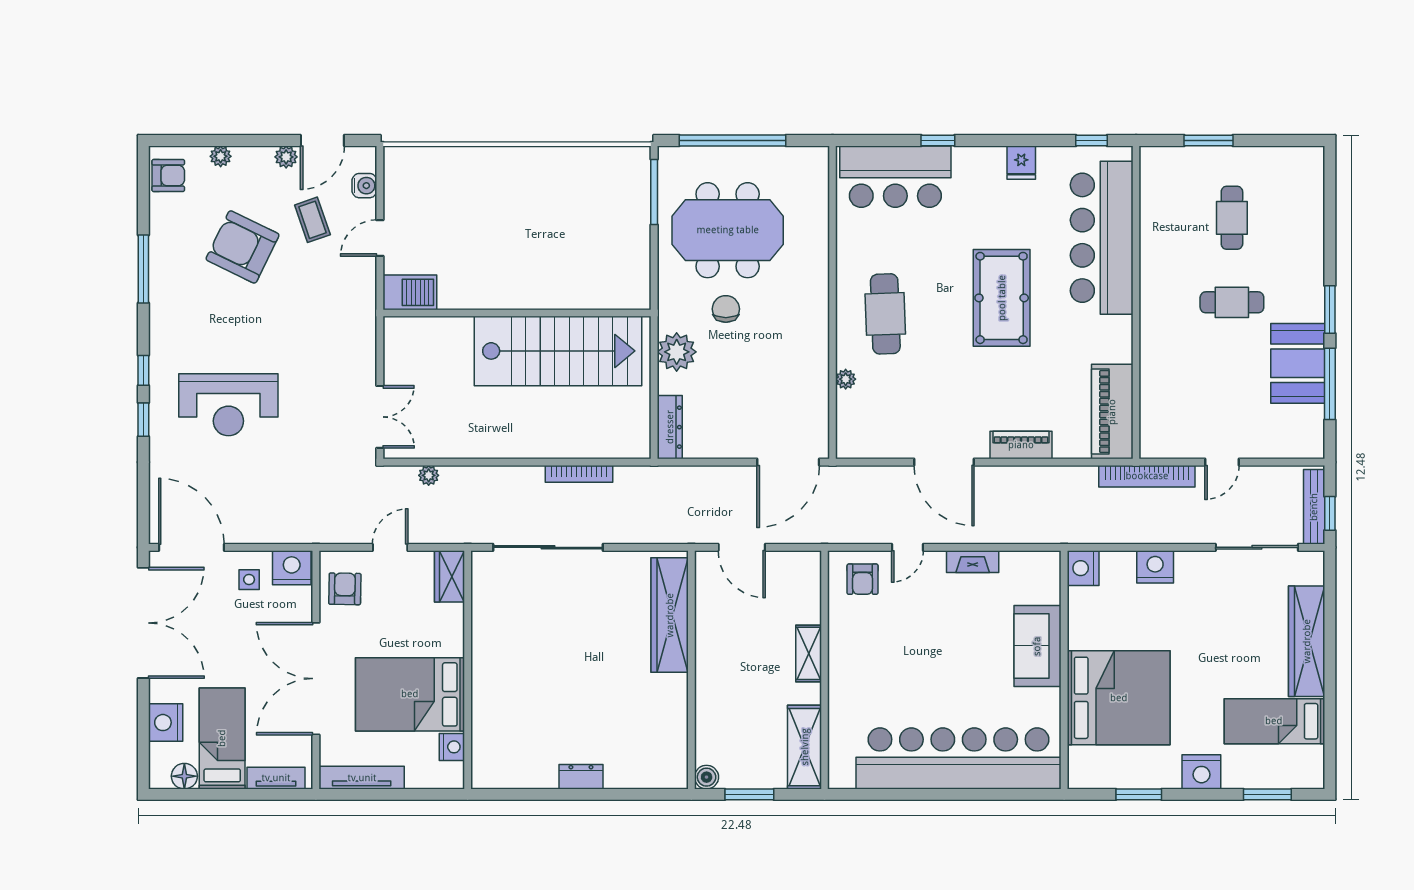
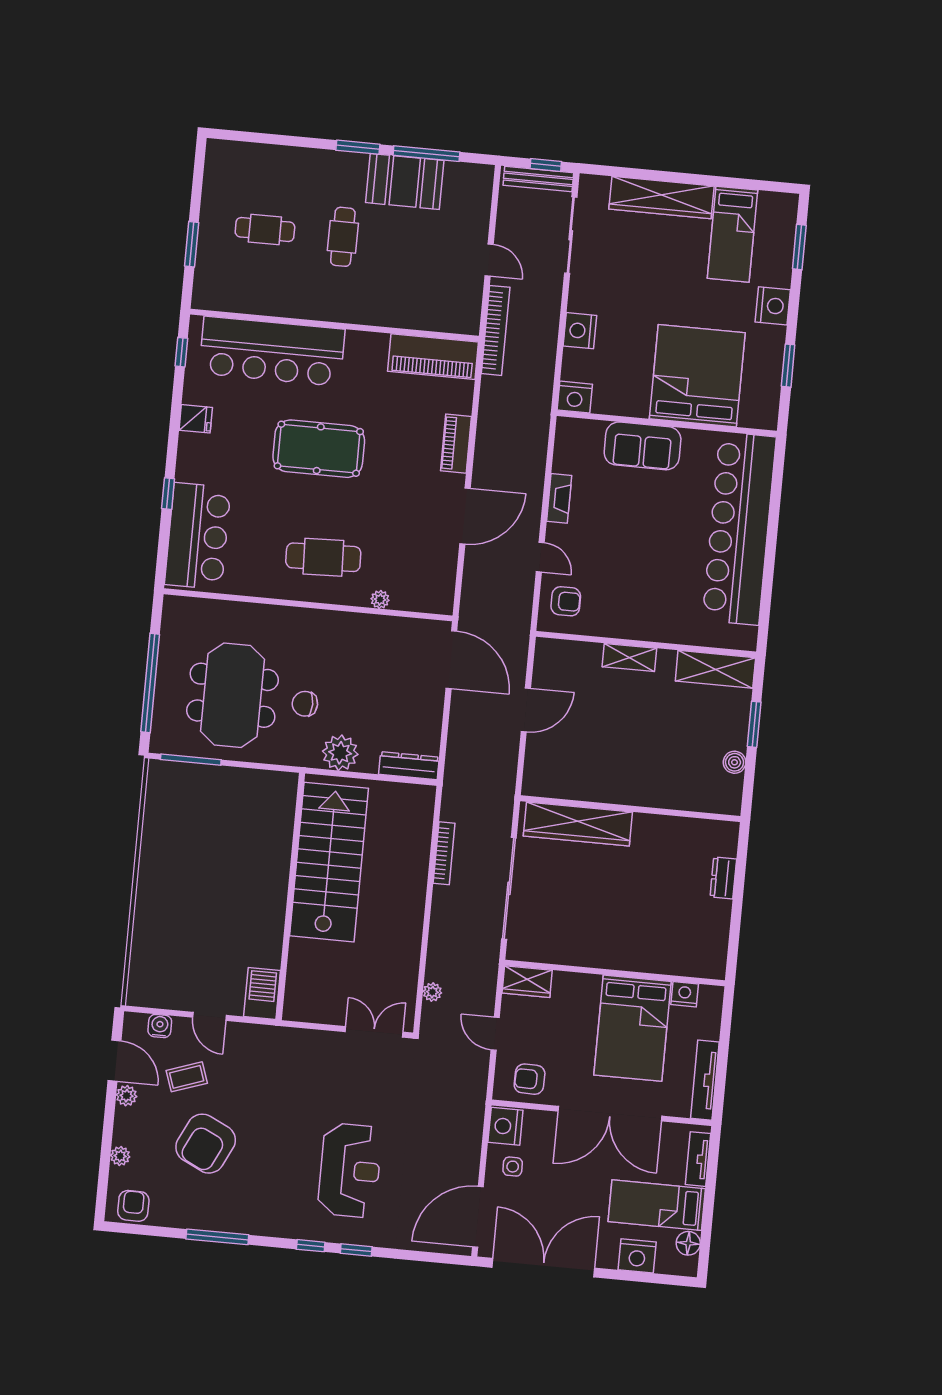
wardrobe: (670, 615) -> (578, 824), moved
wall: (691, 670) -> (630, 809), moved

